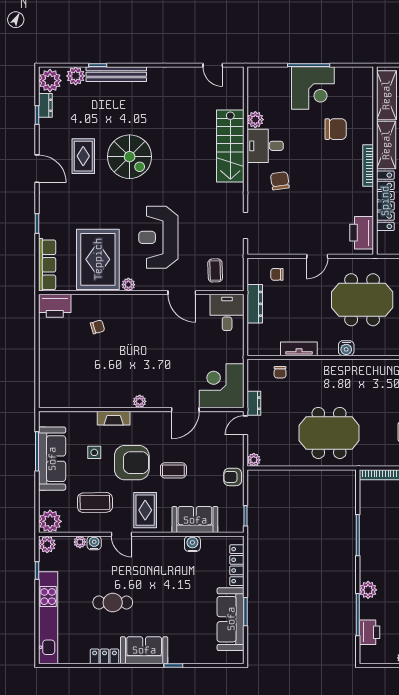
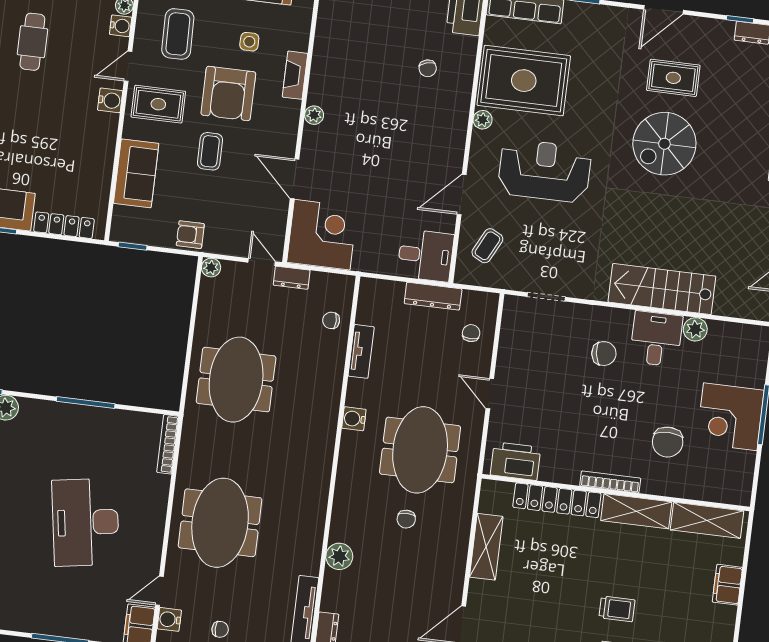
coffee table: (215, 270) -> (487, 246), turned -61
armchair: (233, 477) -> (190, 235), turned -90
water cooler: (192, 544) -> (110, 100), moved

